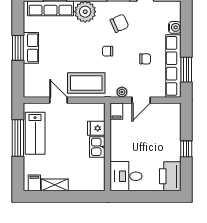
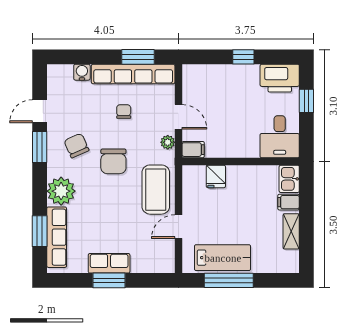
chair: (108, 51) -> (113, 161), width x1.87, depth x1.87
kitchen sink: (97, 147) -> (289, 179), moved, turned 90
filing cabinet: (34, 183) -> (289, 202), moved
window: (153, 196) -> (306, 101), added

